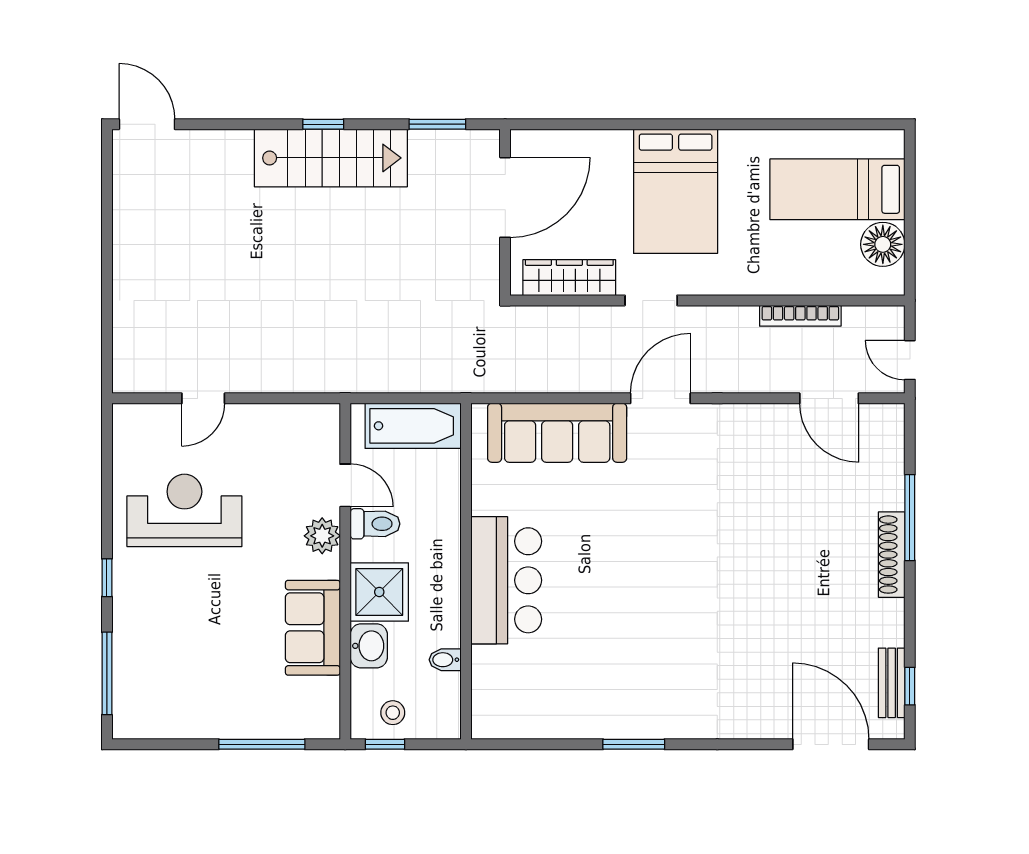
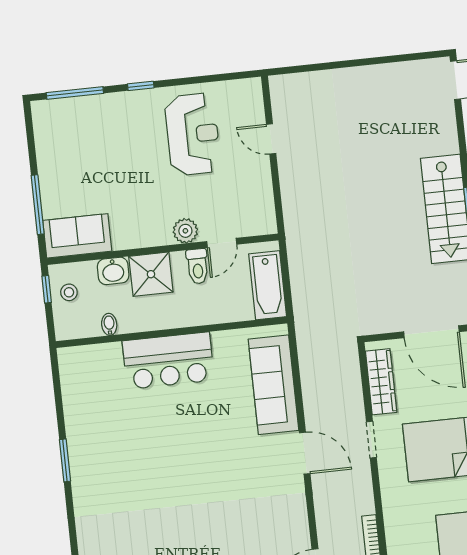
sofa: (313, 628) -> (77, 236), moved

